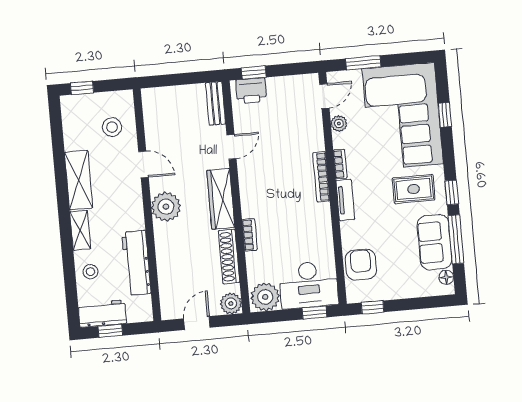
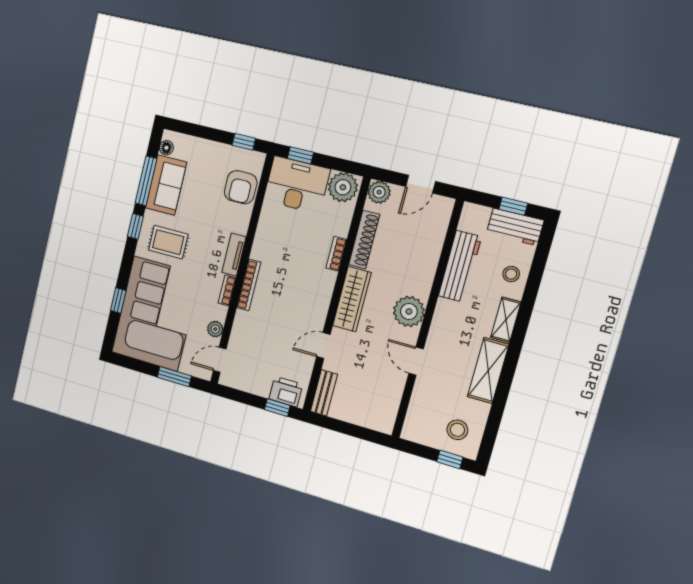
stool: (112, 127) -> (457, 430), moved

